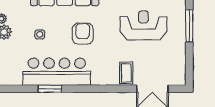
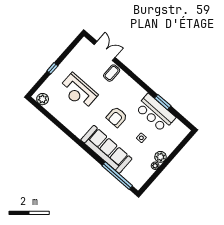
window: (189, 26) -> (52, 68), width x0.46
bar counter: (57, 72) -> (155, 113), width x0.73

